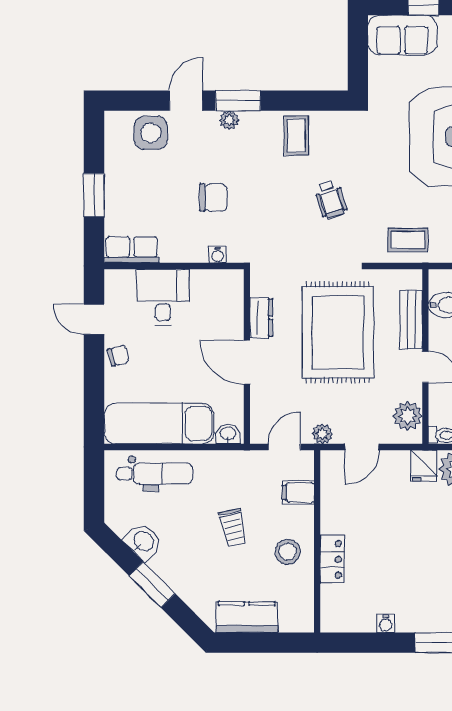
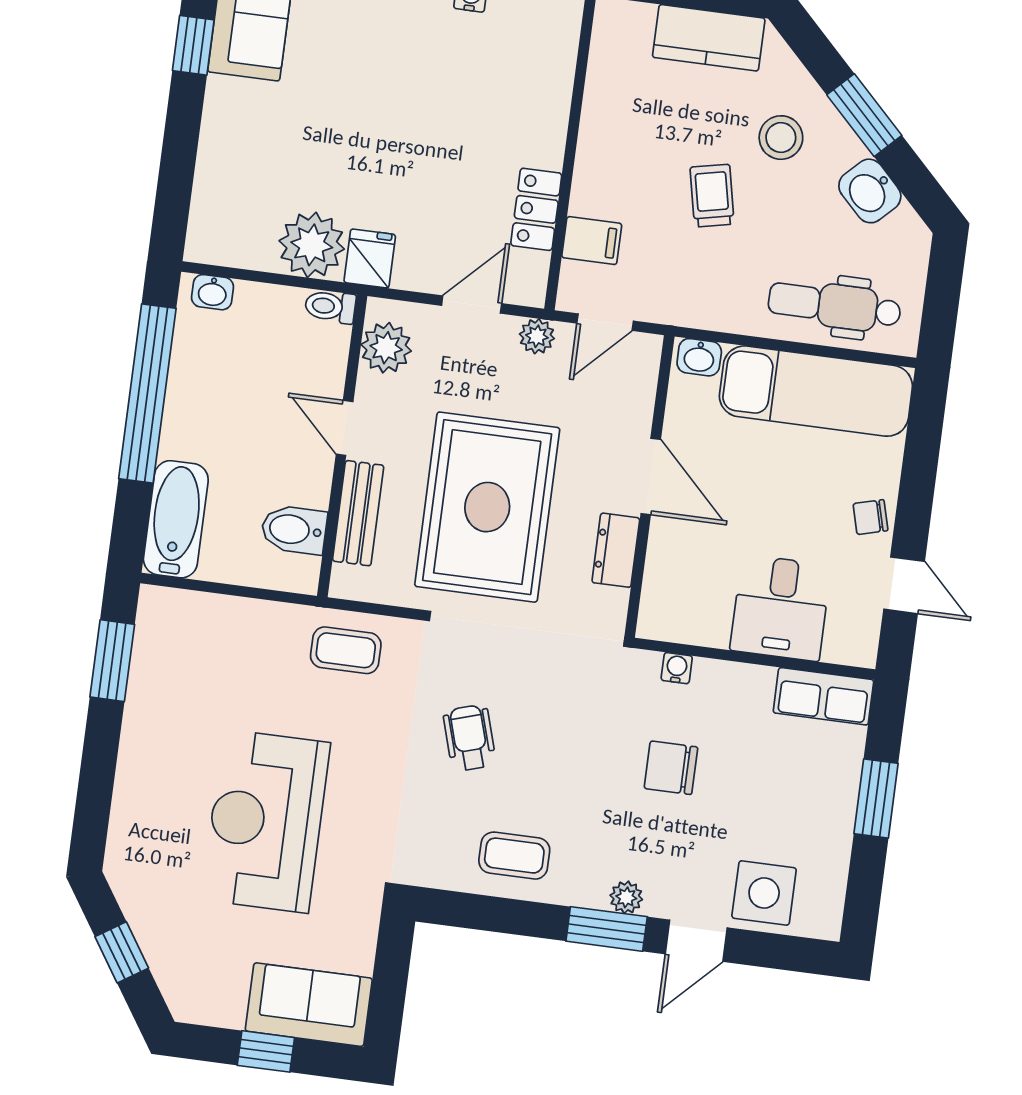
coffee table: (296, 136) -> (514, 856), turned 90
stool: (288, 552) -> (781, 138), moved
locker: (332, 559) -> (536, 209), moved

